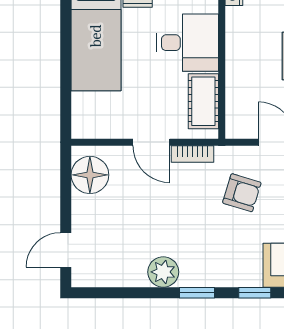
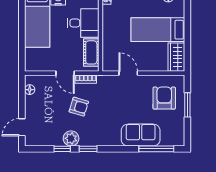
floor lamp: (90, 175) -> (30, 90), width x0.53, depth x0.53
armchair: (242, 193) -> (79, 107), moved
window: (255, 293) -> (62, 149), moved

